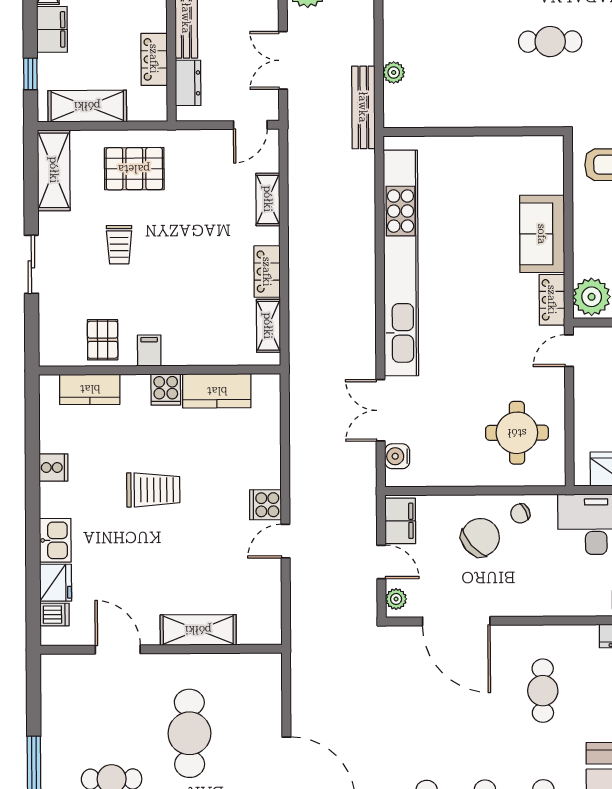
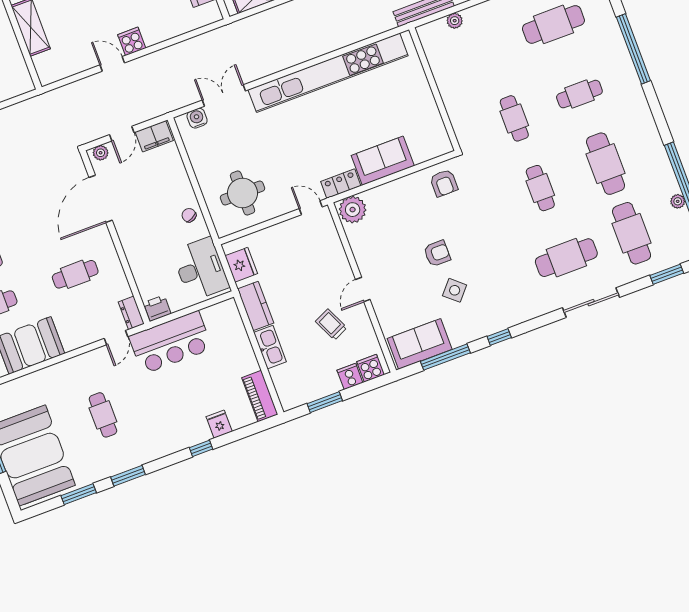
chair: (480, 537) -> (163, 194), removed

